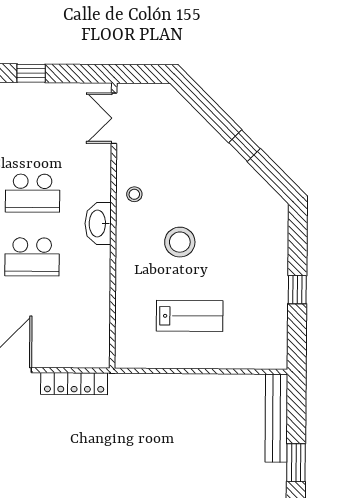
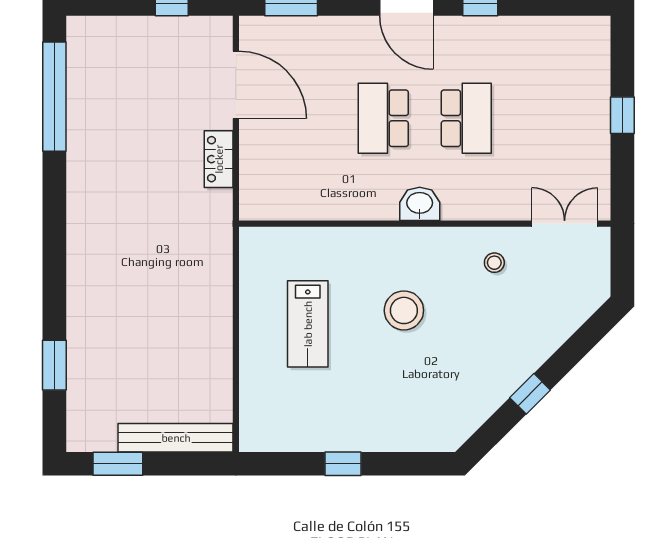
school desk: (33, 193) -> (466, 118), turned 180
stool: (134, 194) -> (494, 263), moved
washbasin: (98, 224) -> (420, 204), width x0.72
locker: (74, 384) -> (219, 159), width x0.66

